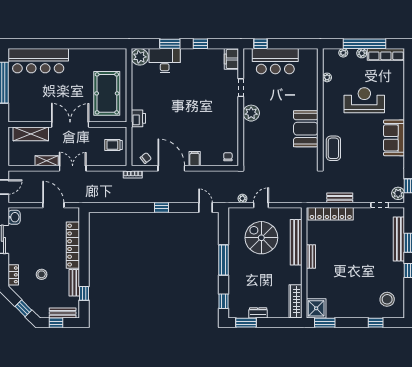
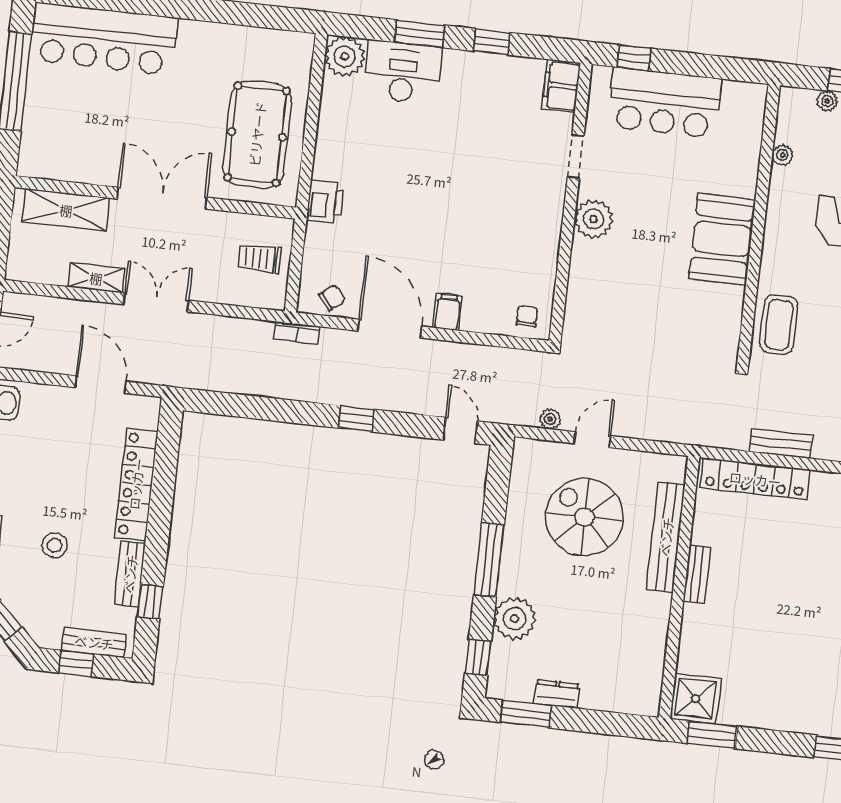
booth: (306, 129) -> (722, 239), moved
plant: (237, 283) -> (515, 619), added
wardrobe: (295, 301) -> (648, 676), removed

